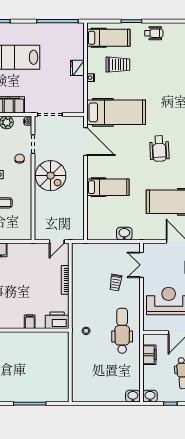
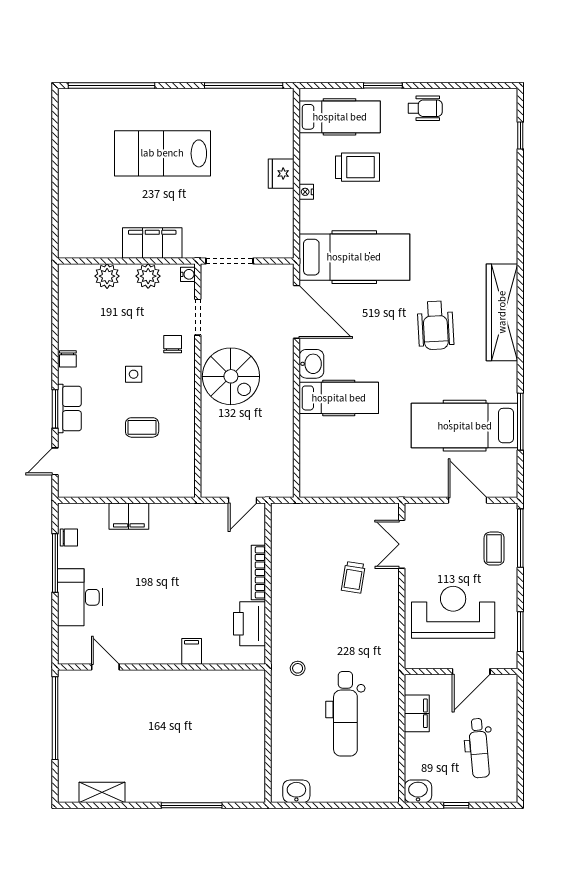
washbasin: (124, 234) -> (311, 364), moved, turned 90
printer: (57, 320) -> (249, 624), moved, turned -90
dental chair: (122, 331) -> (345, 714), moved, turned 180
washbasin: (133, 396) -> (296, 791), moved

